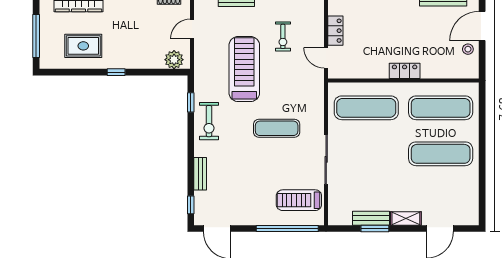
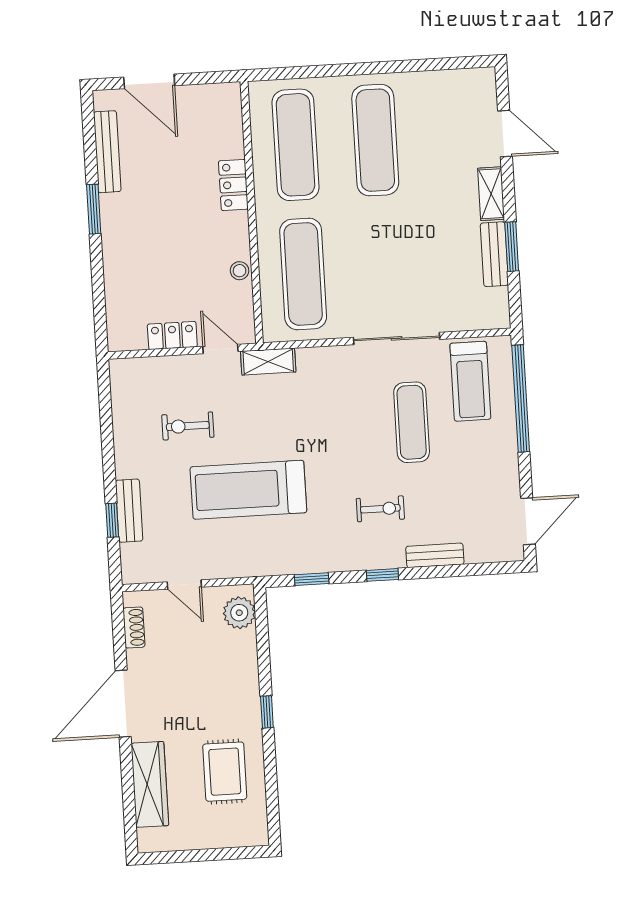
window: (36, 36) -> (212, 855), removed
exercise bike: (283, 36) -> (188, 426), turned 180
stool: (468, 49) -> (240, 271), moved
door: (326, 58) -> (220, 349), swing flipped
locker: (405, 71) -> (233, 185), moved
shelving: (317, 85) -> (268, 362), added
exercise bike: (209, 121) -> (380, 509), moved, width x0.73, depth x0.72
exercise mat: (277, 128) -> (412, 422), moved
window: (191, 205) -> (382, 575), moved

